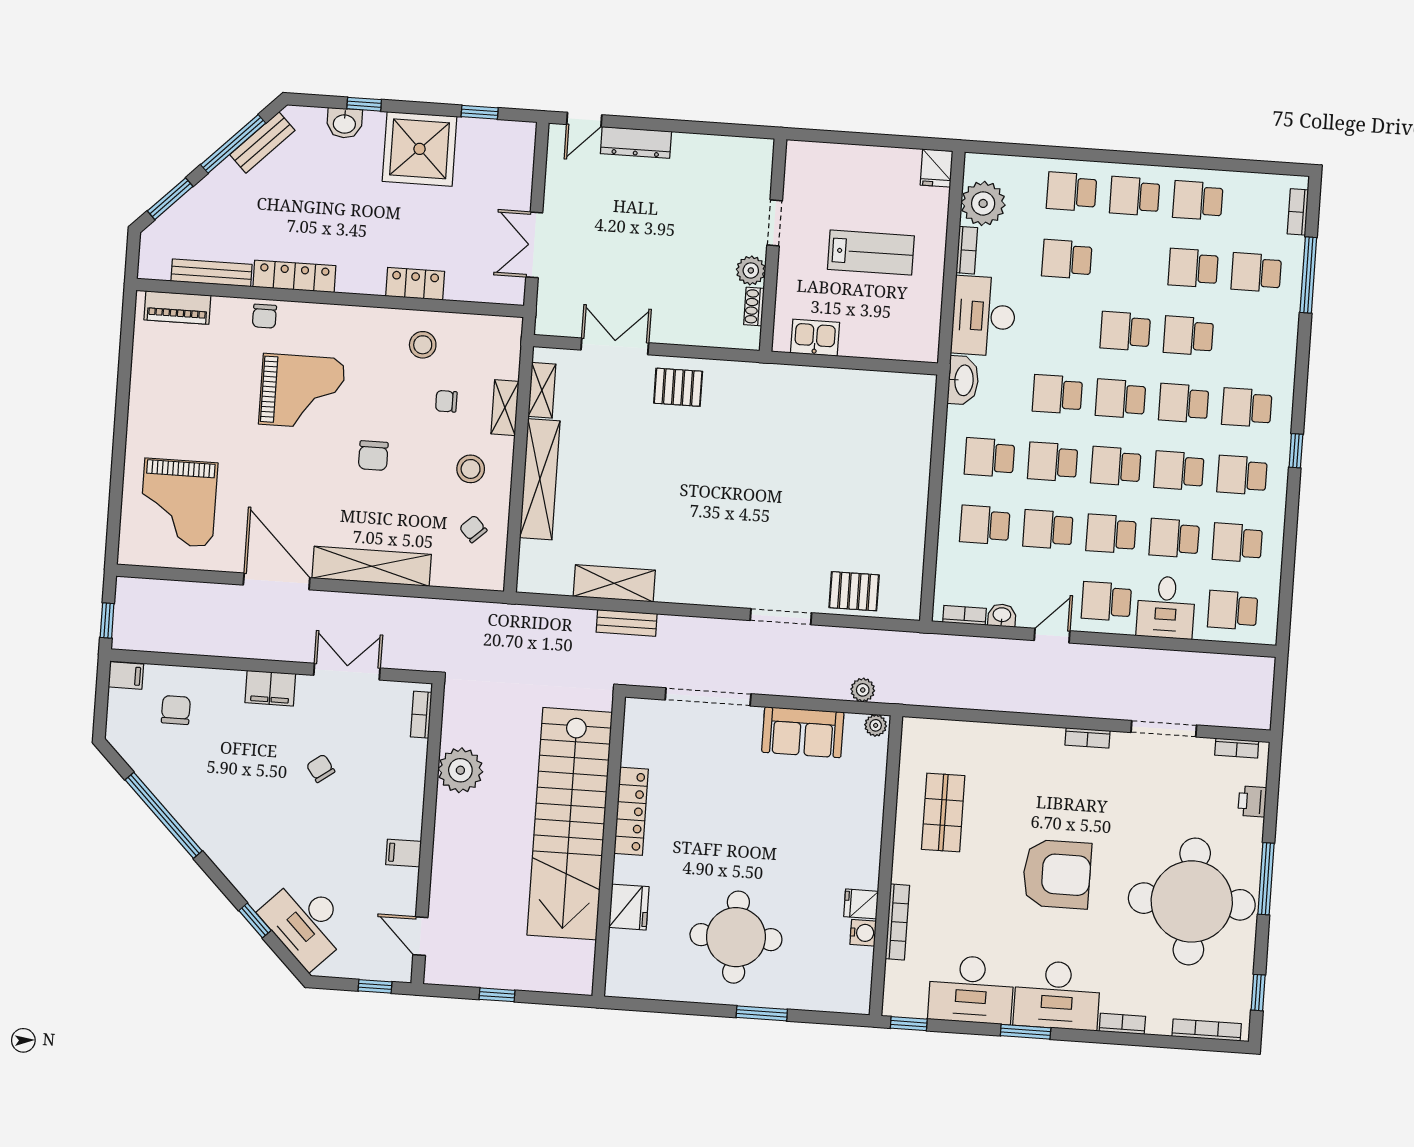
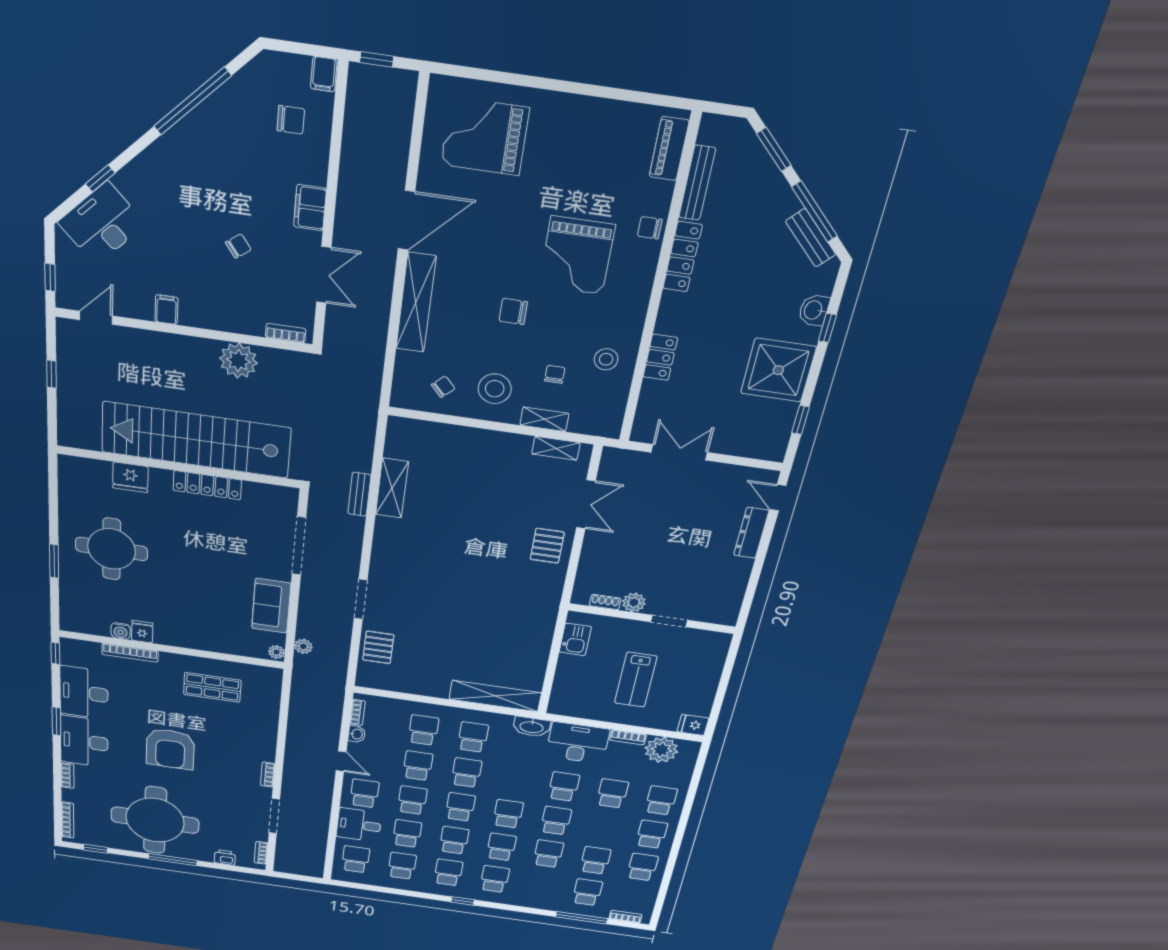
school desk: (1057, 394) -> (564, 787), moved
stool: (471, 469) -> (495, 389), width x1.38, depth x1.38
shelving: (540, 479) -> (495, 696), moved

